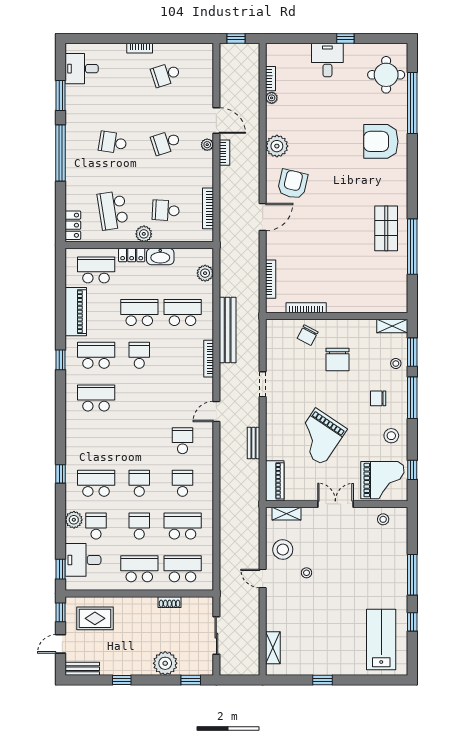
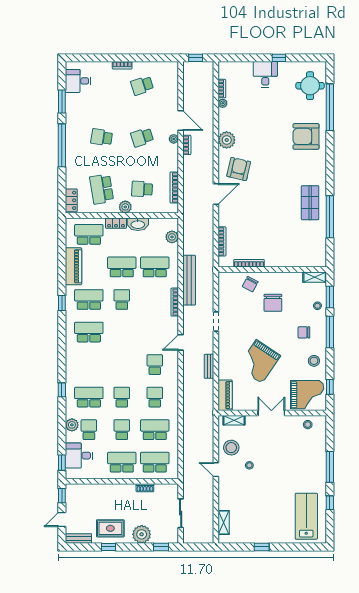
rug: (95, 618) -> (110, 528), moved

